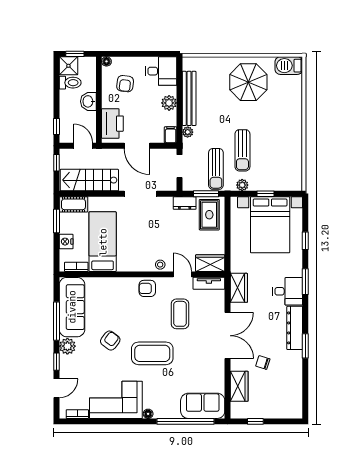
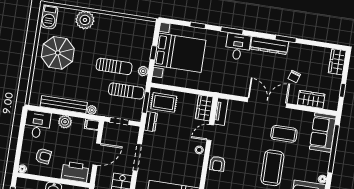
plant: (292, 108) -> (85, 20), added
wardrobe: (239, 288) -> (337, 62), moved, turned -90
coffee table: (180, 314) -> (284, 134), moved

